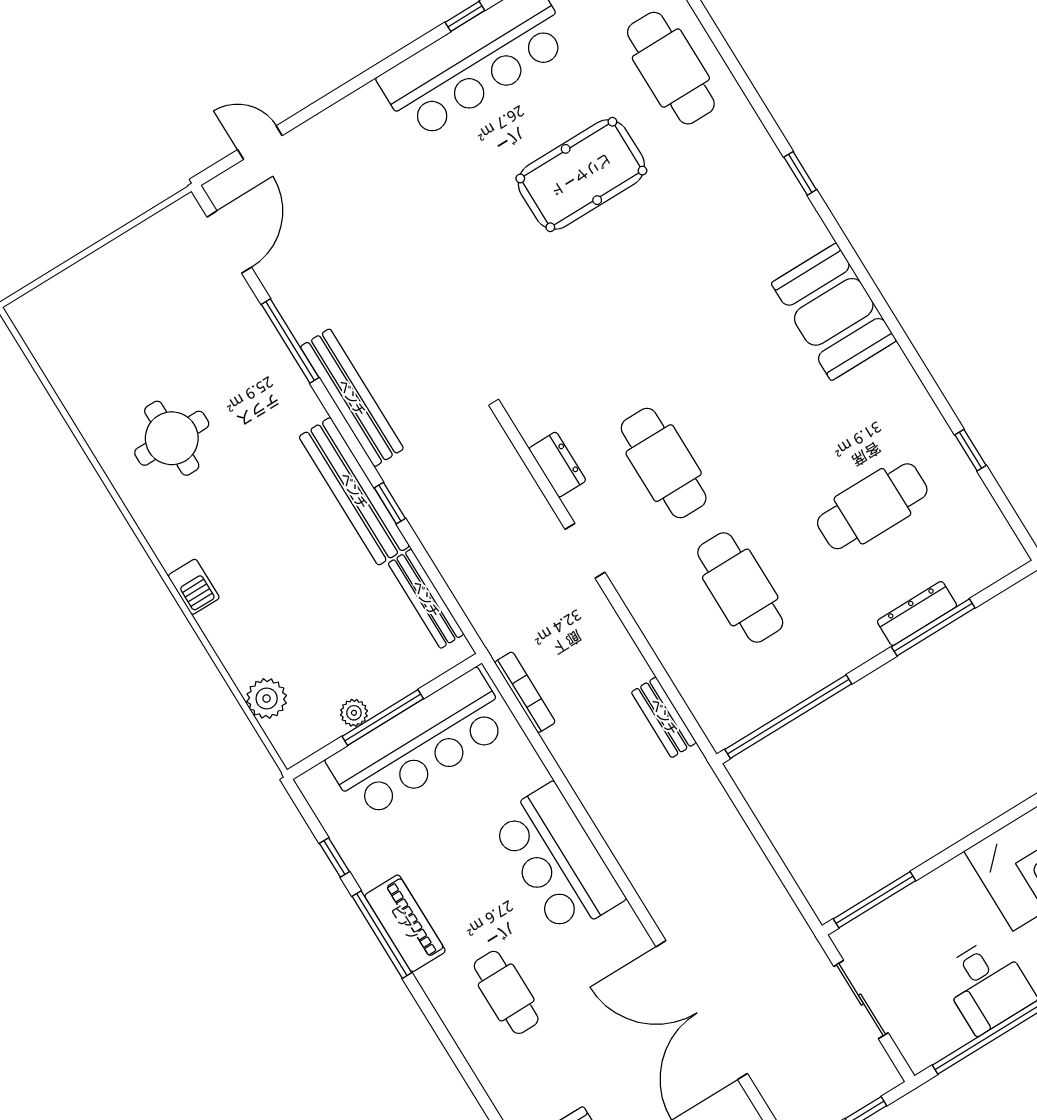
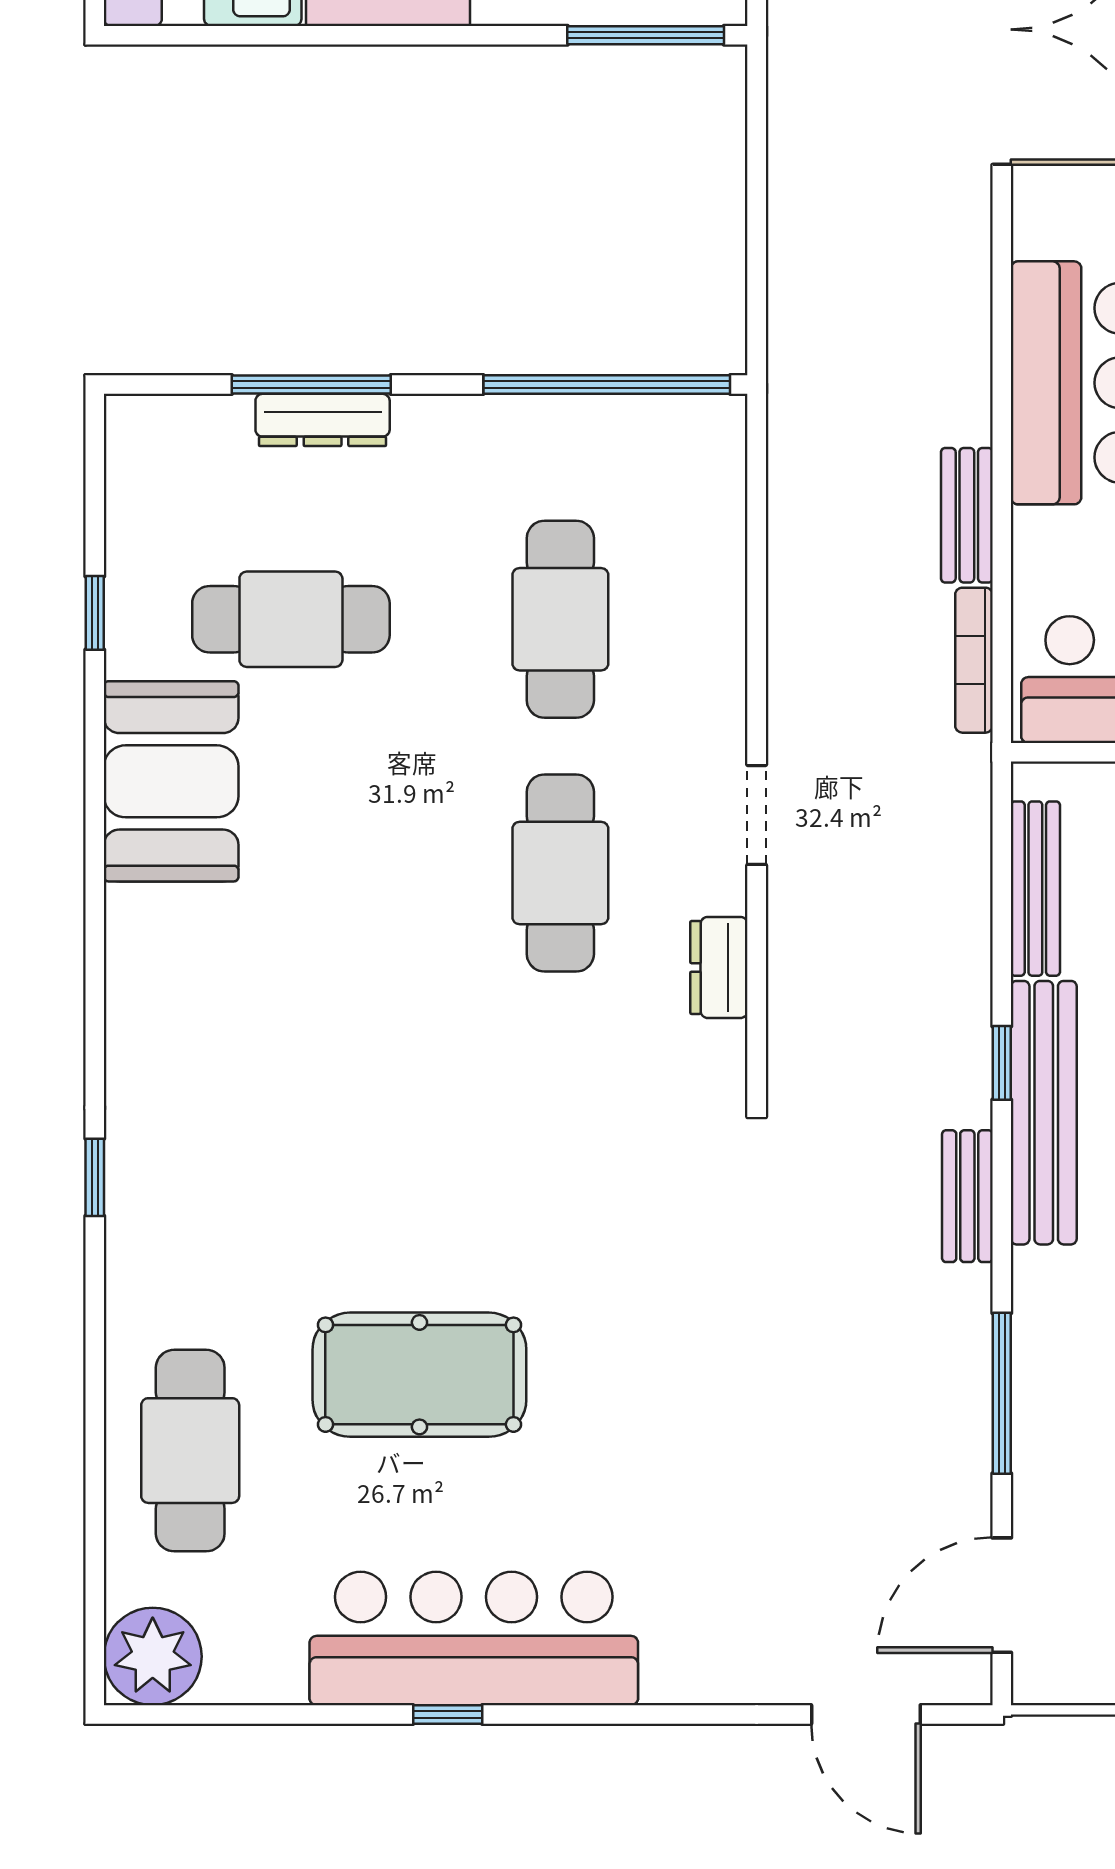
door: (260, 143) -> (866, 1714), width x1.38
booth: (834, 312) -> (171, 781), moved
bench: (352, 398) -> (967, 1196), width x0.54, depth x0.82
bench: (664, 717) -> (967, 515), moved

